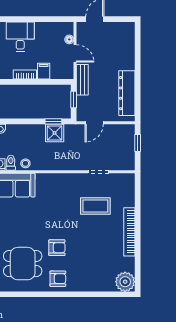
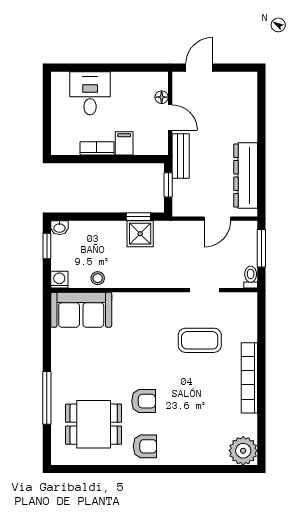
door: (94, 123) -> (217, 219), moved
window: (138, 143) -> (261, 248), width x1.50
toilet: (11, 163) -> (251, 277), moved

